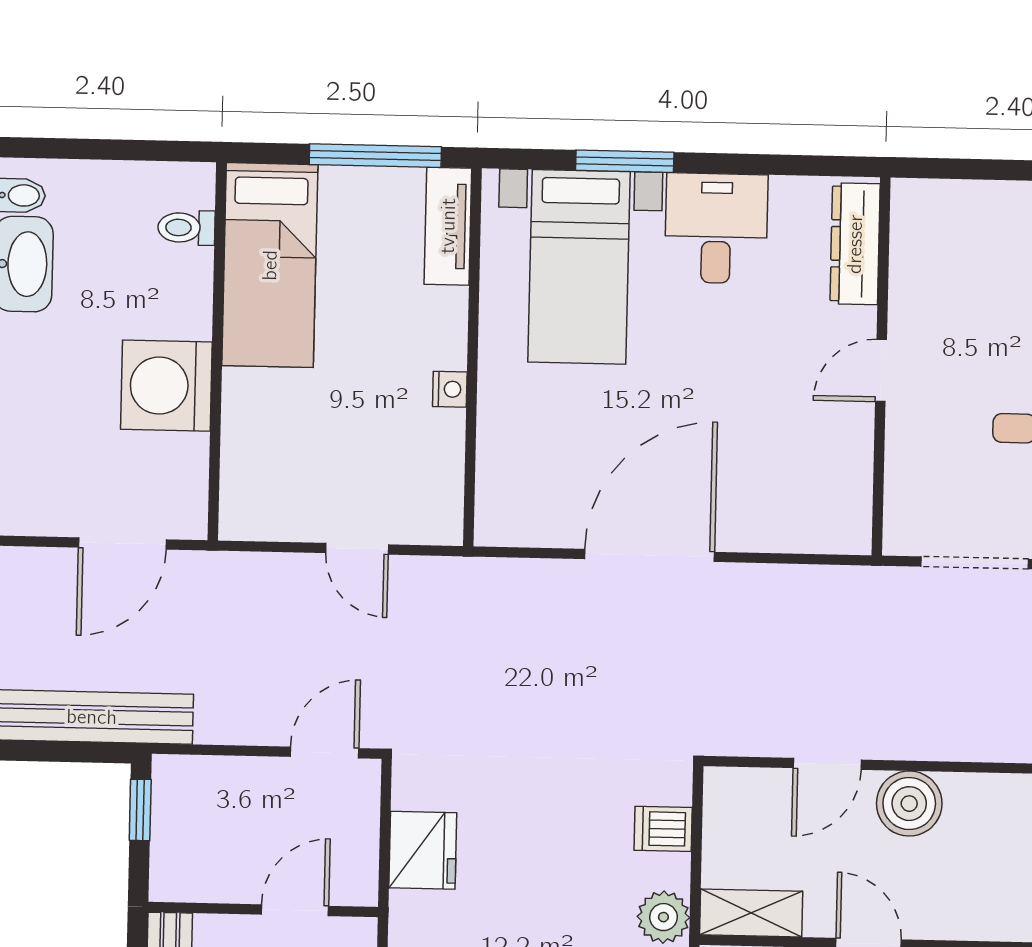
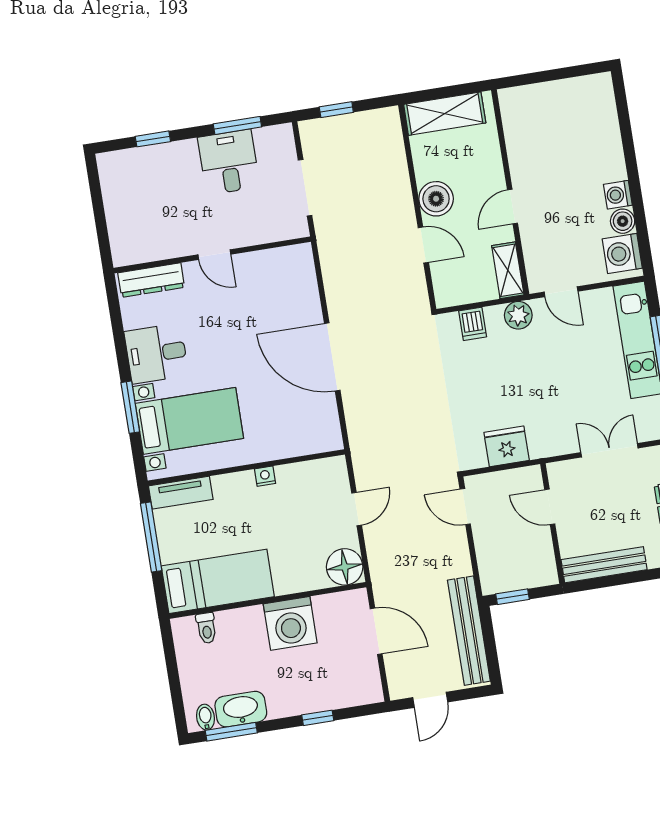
floor lamp: (253, 507) -> (345, 567), added

